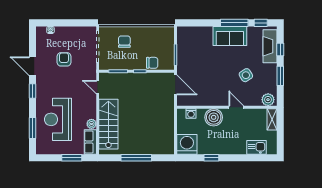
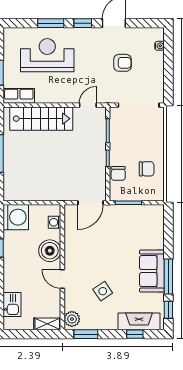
chair: (124, 42) -> (147, 169), moved
window: (280, 76) -> (86, 334), moved
door: (236, 107) -> (62, 279), swing flipped
plant: (91, 124) -> (42, 97), removed
window: (32, 128) -> (51, 23), moved

